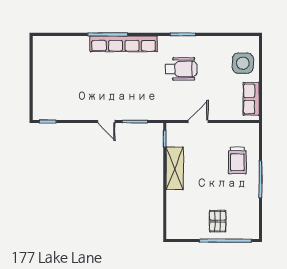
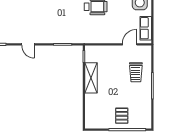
door: (106, 121) -> (28, 44), moved
door: (198, 121) -> (130, 44), moved

